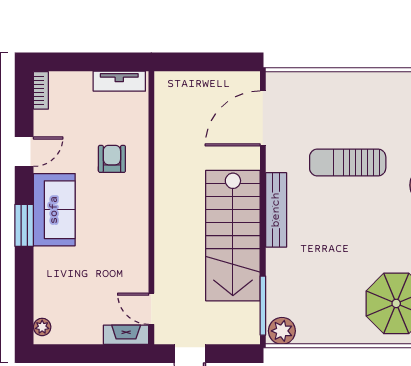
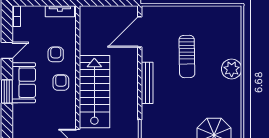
sun lounger: (348, 163) -> (187, 56), turned -91
armchair: (121, 209) -> (61, 83), added
stairs: (233, 236) -> (94, 92), moved, turned 180

